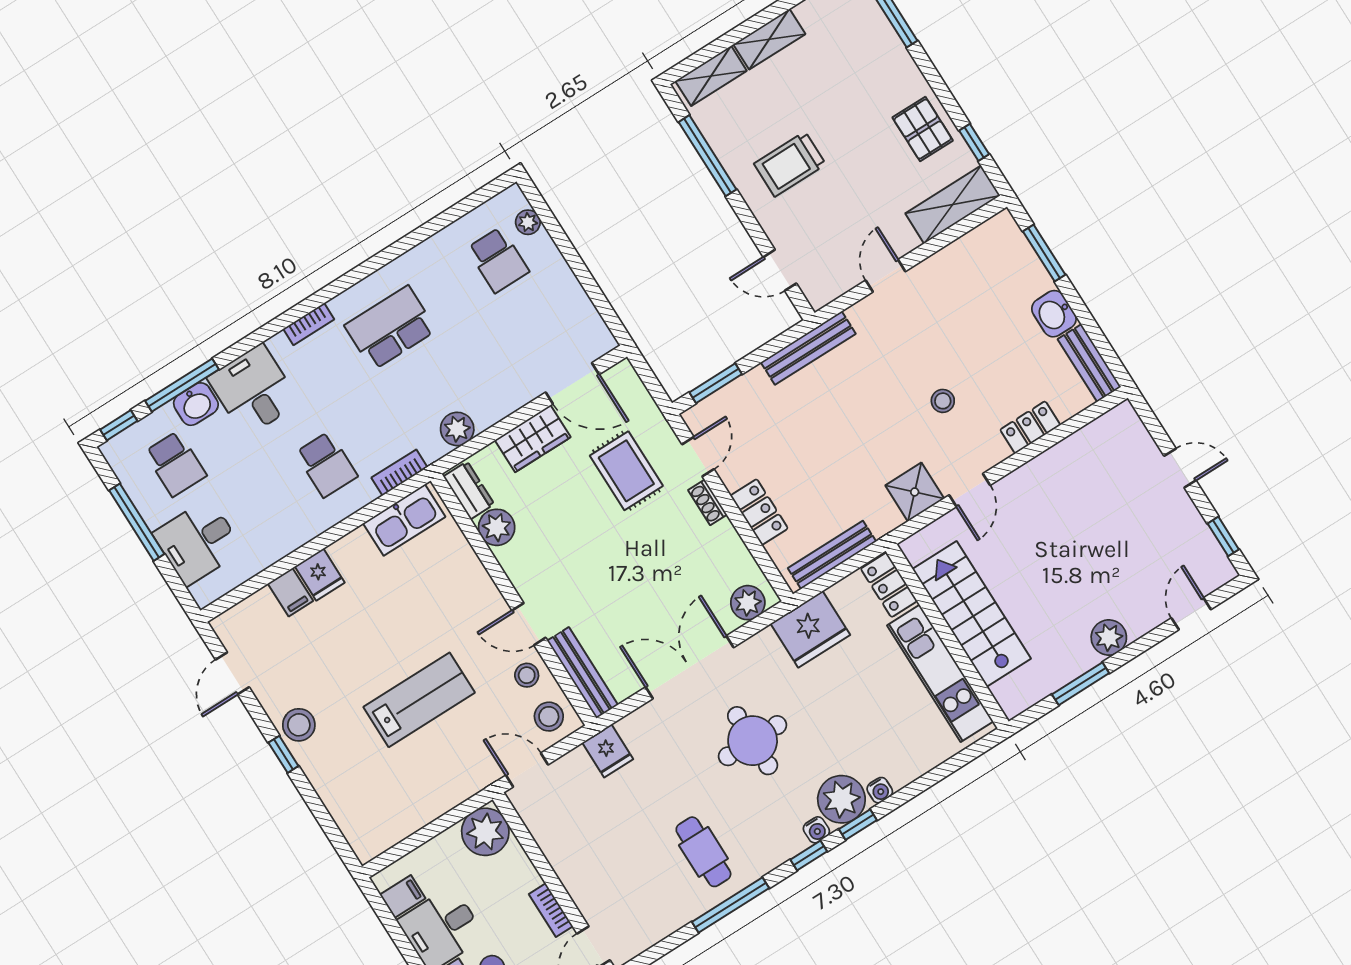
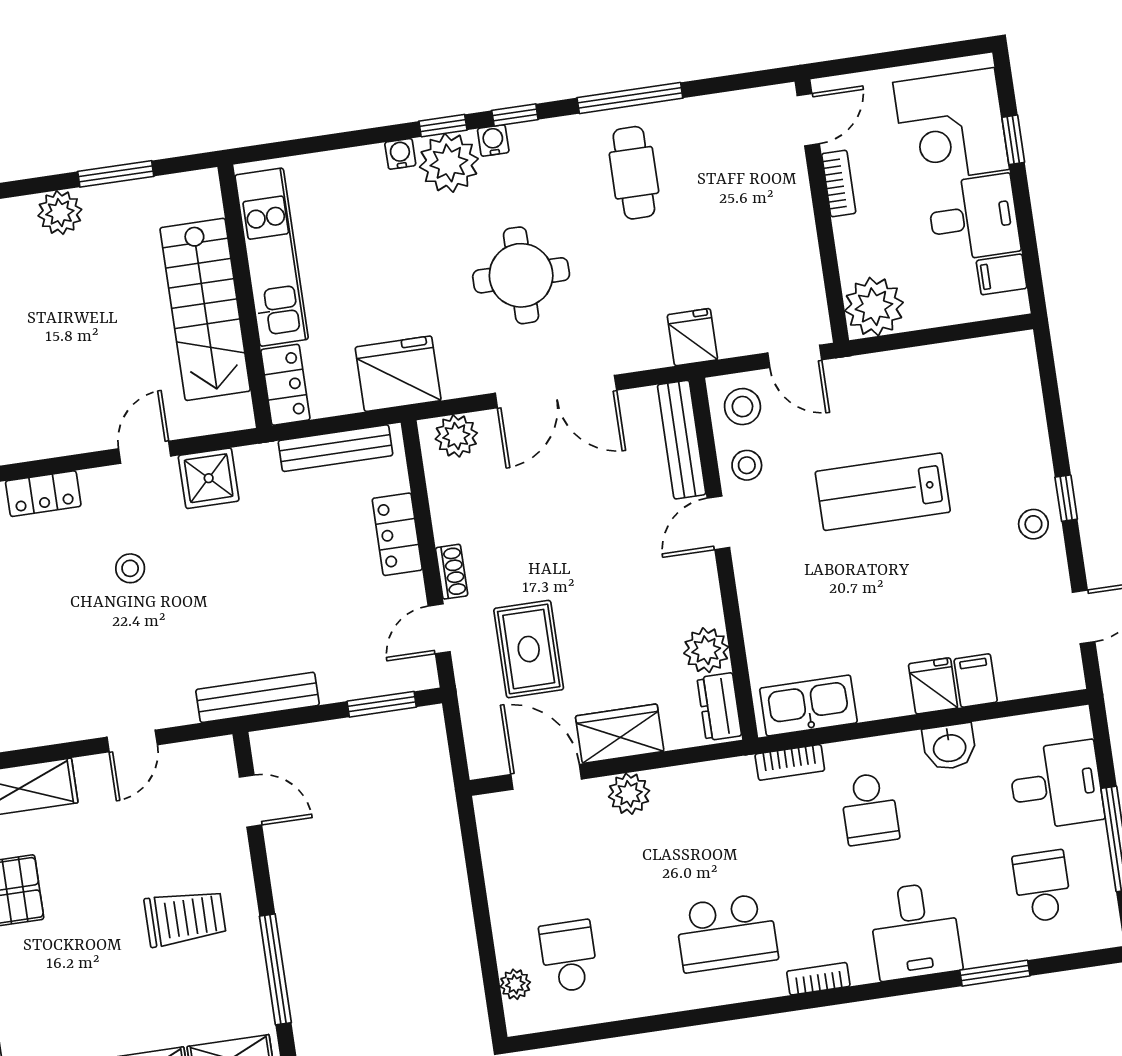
window: (182, 385) -> (995, 973), width x0.69
washbasin: (196, 404) -> (949, 747), moved, turned 180
window: (119, 425) -> (1088, 959), removed
plant: (457, 429) -> (629, 794), moved
school desk: (326, 464) -> (870, 809), turned 180
door: (529, 624) -> (718, 523), swing flipped
stool: (299, 725) -> (1033, 524), width x0.73, depth x0.73

